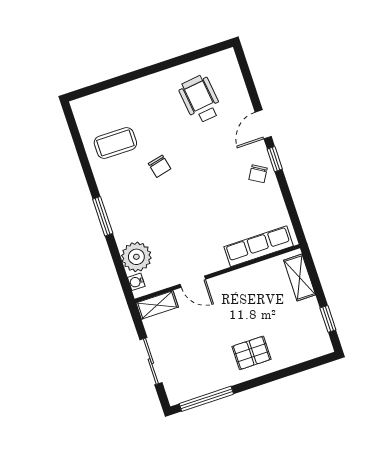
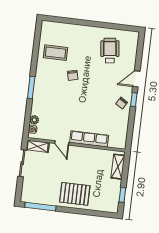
row of seats: (259, 246) -> (89, 139), moved
plant: (136, 257) -> (34, 120), width x0.53, depth x0.53
pallet: (252, 353) -> (75, 194), width x1.50, depth x1.42
sliding door: (151, 361) -> (22, 163), moved

